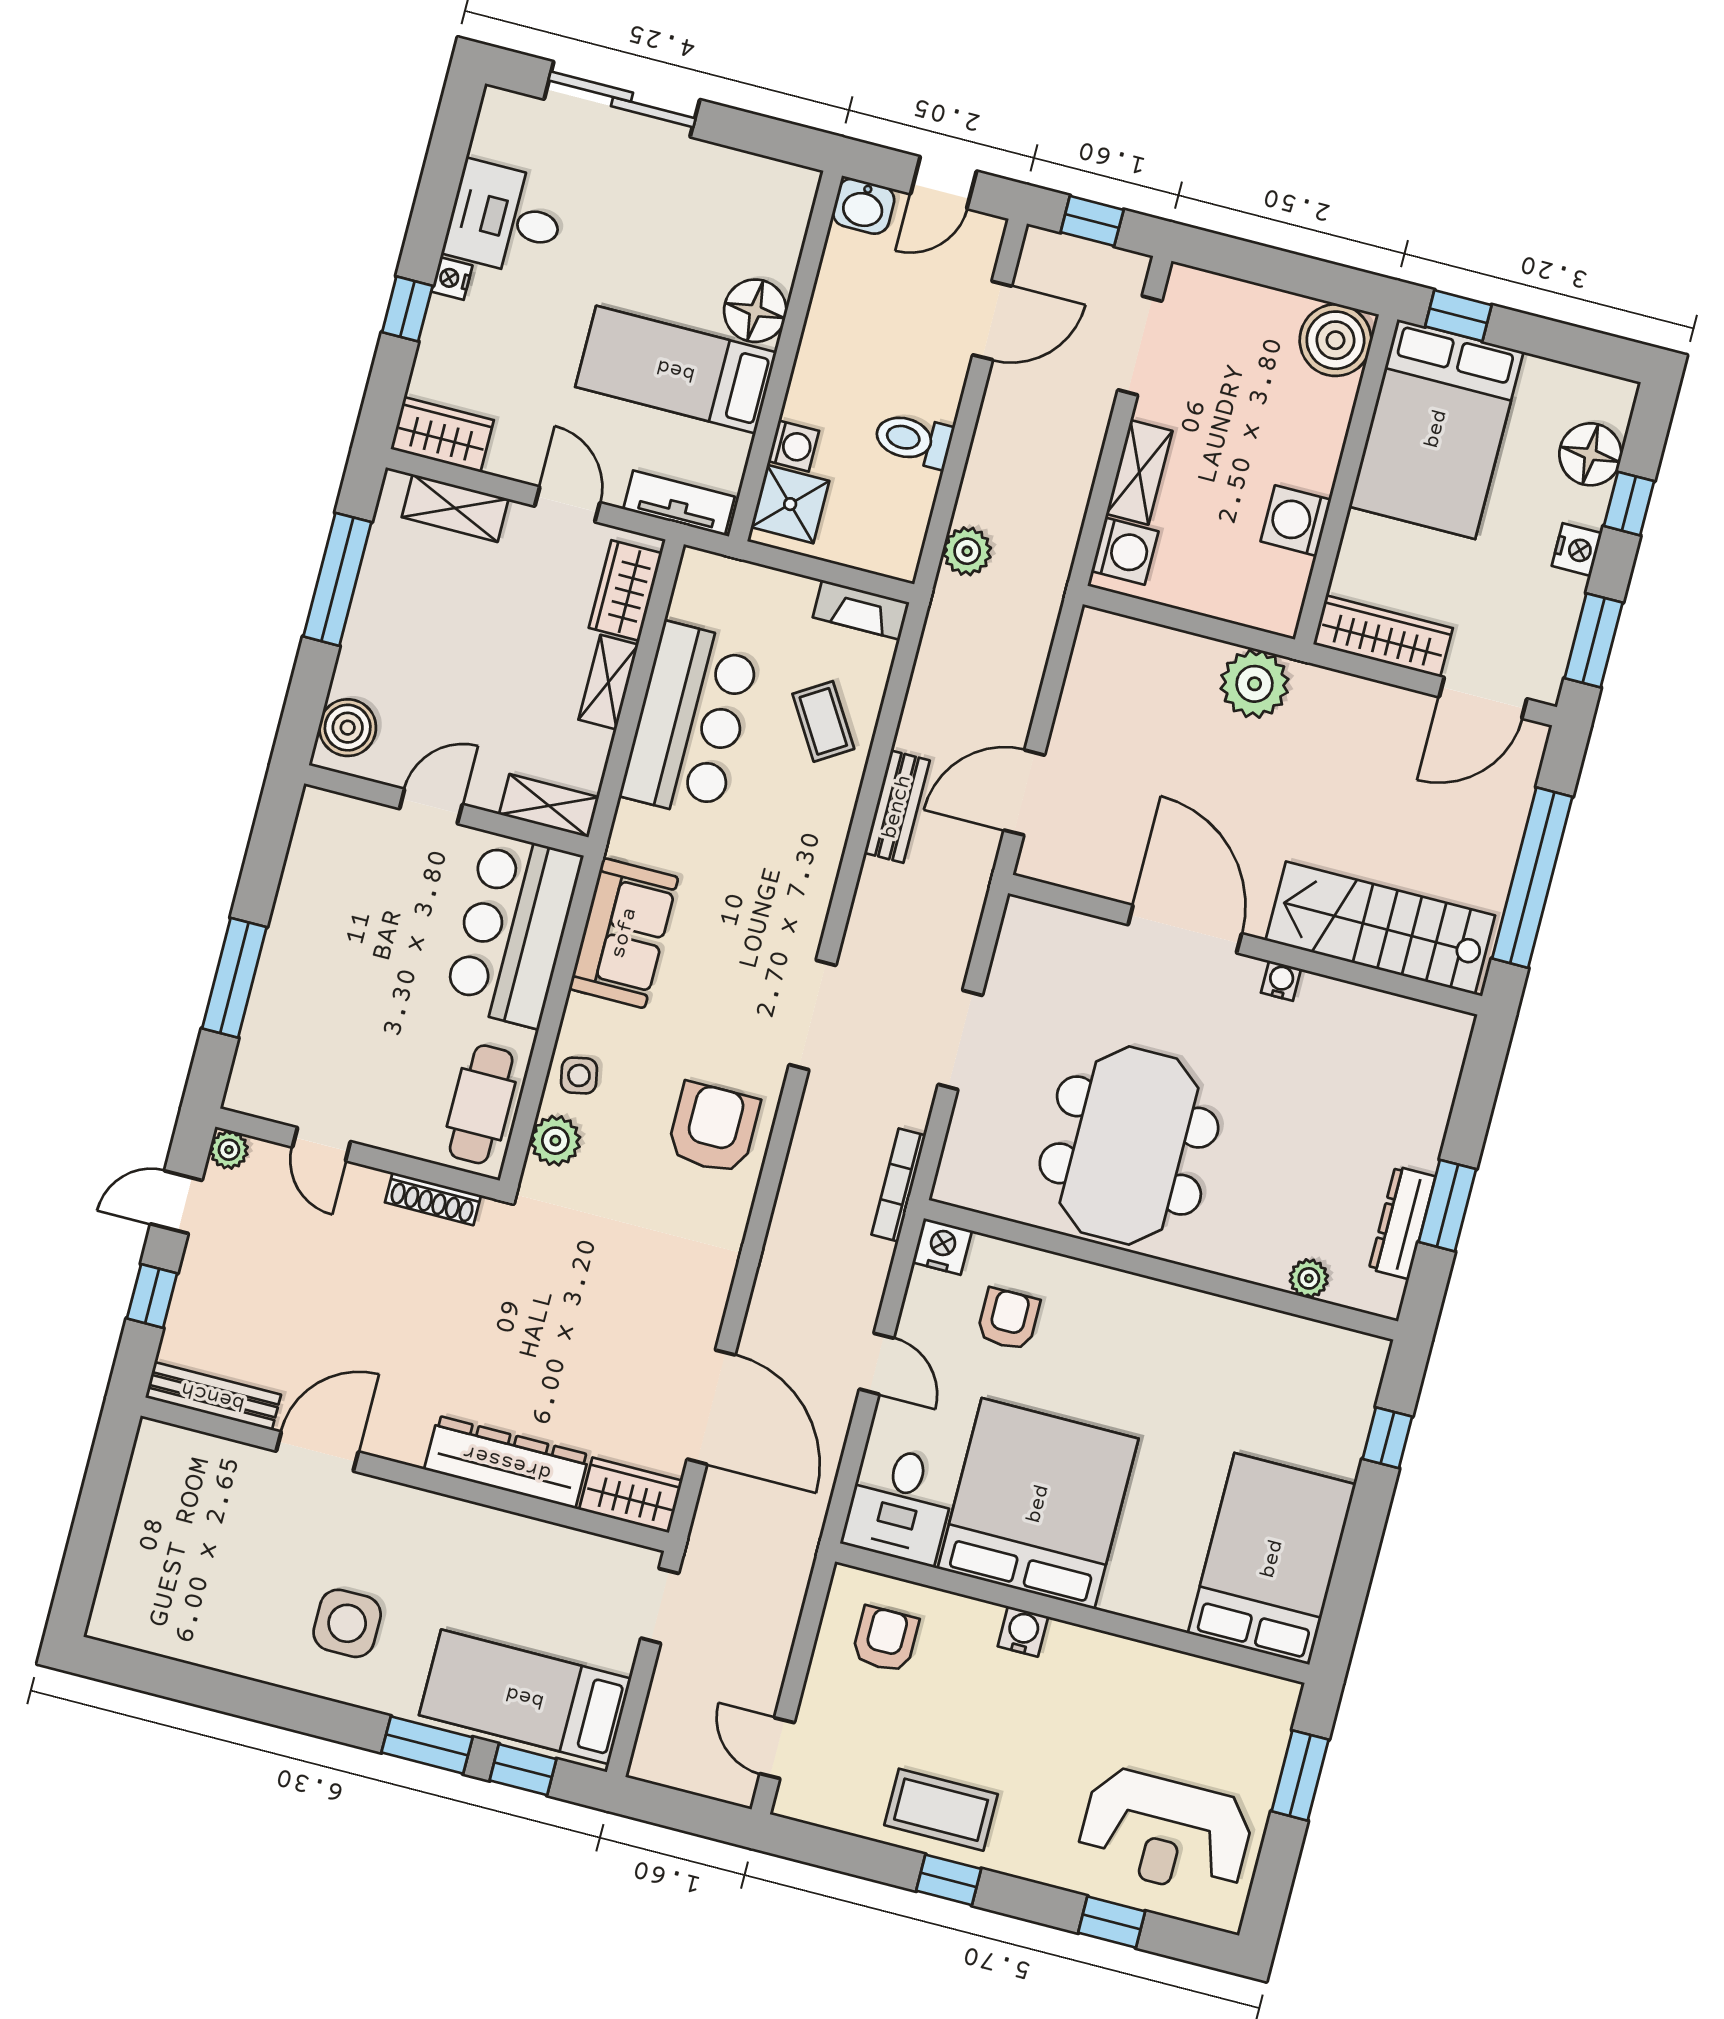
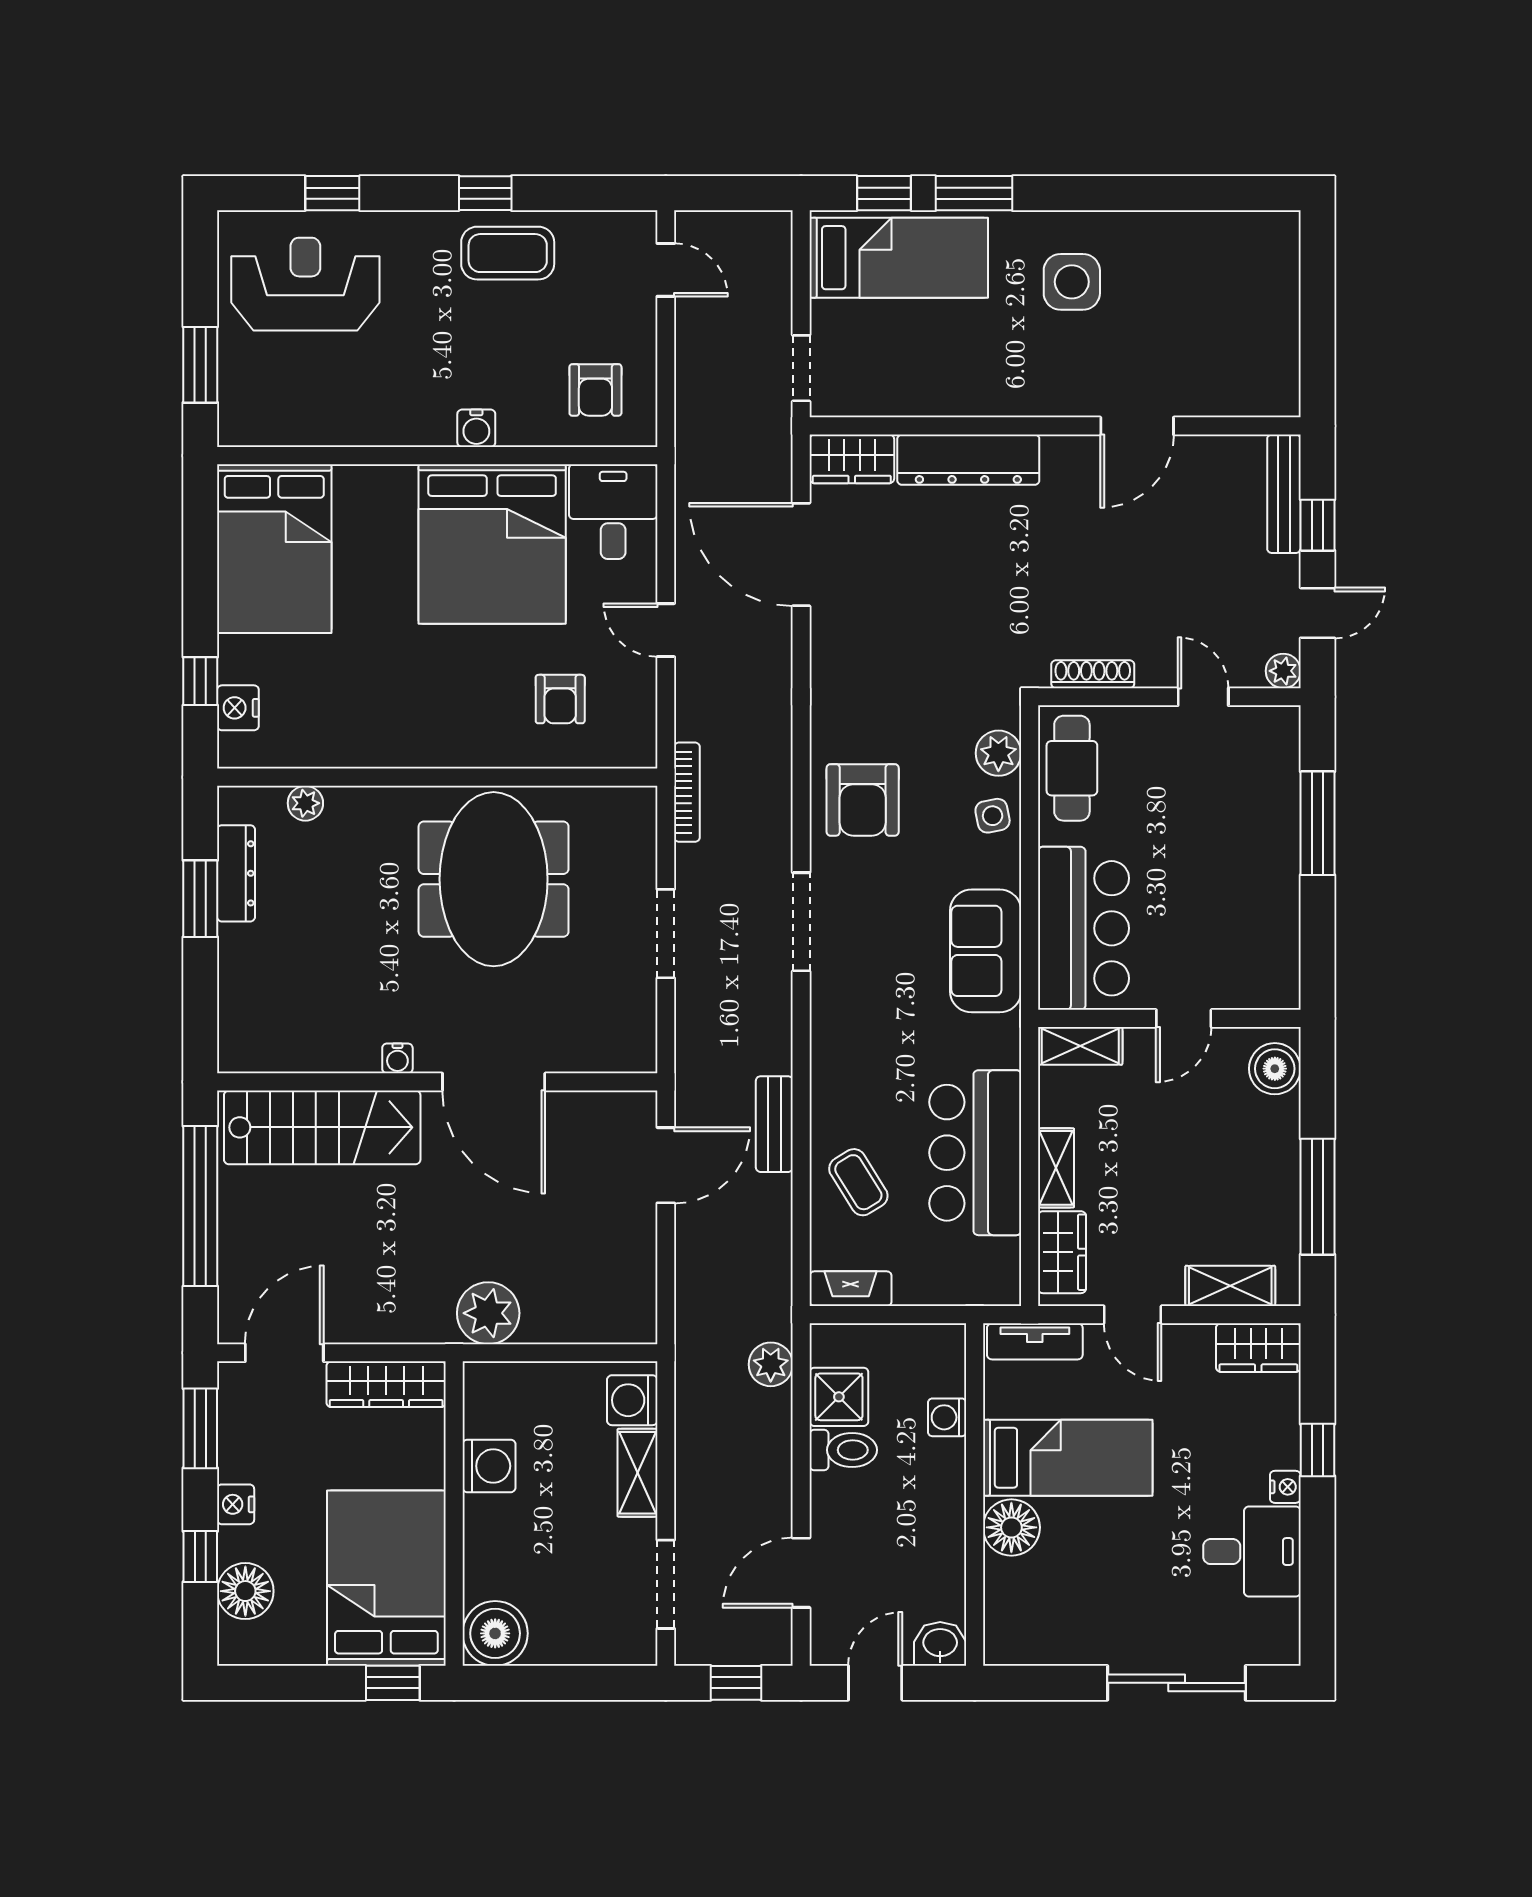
shower: (790, 504) -> (839, 1397), moved
nightstand: (942, 1247) -> (238, 708), moved, turned 90
bench: (213, 1396) -> (1284, 494), moved, turned 90

